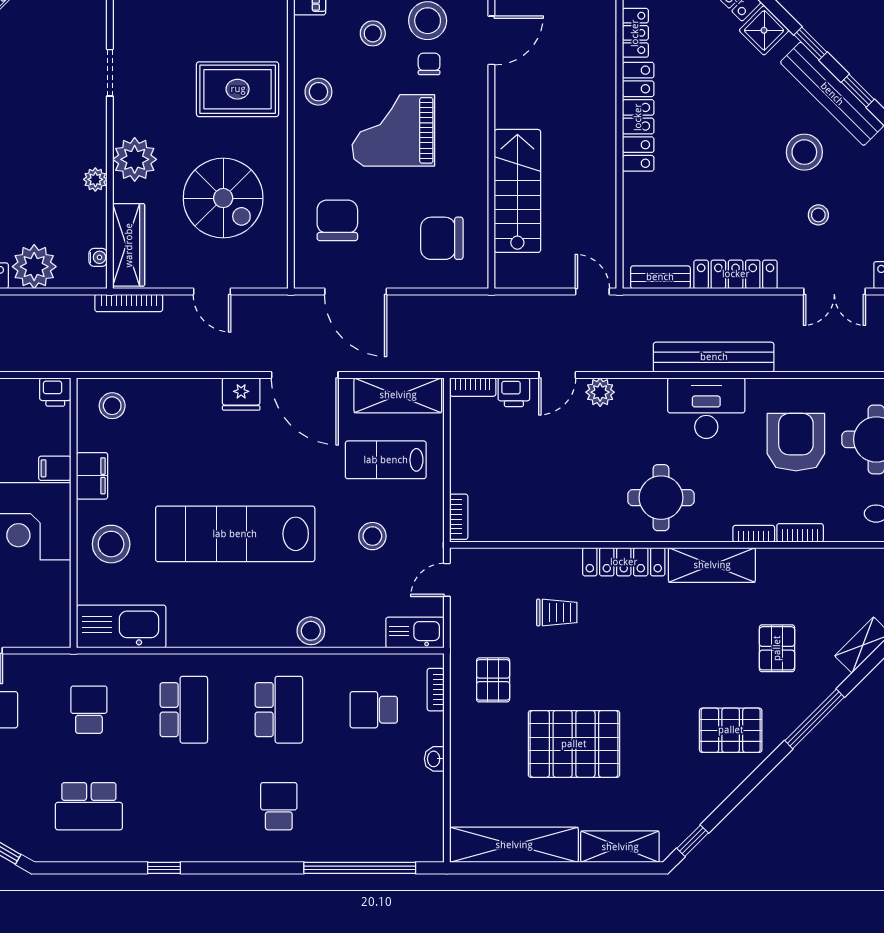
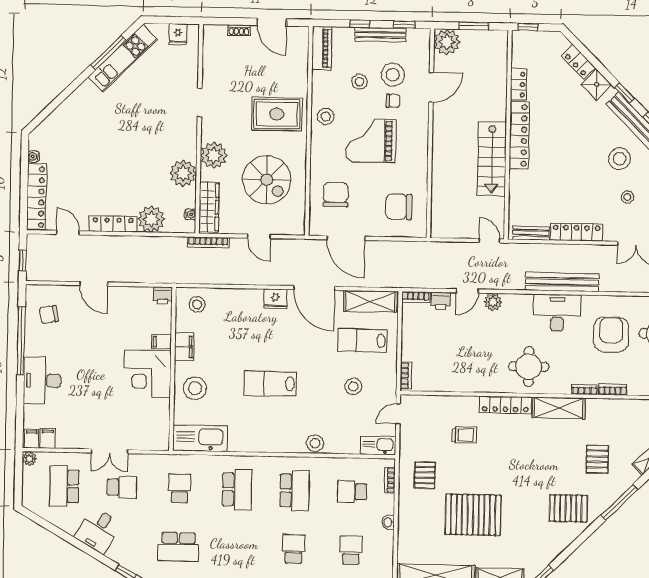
chair: (429, 64) -> (393, 101), turned 90
plant: (95, 179) -> (183, 173), width x1.87, depth x1.87
stairs: (517, 191) -> (492, 159), moved, turned 180
lab bench: (235, 534) -> (270, 383), width x0.54, depth x0.72
school desk: (374, 806) -> (351, 550), added

